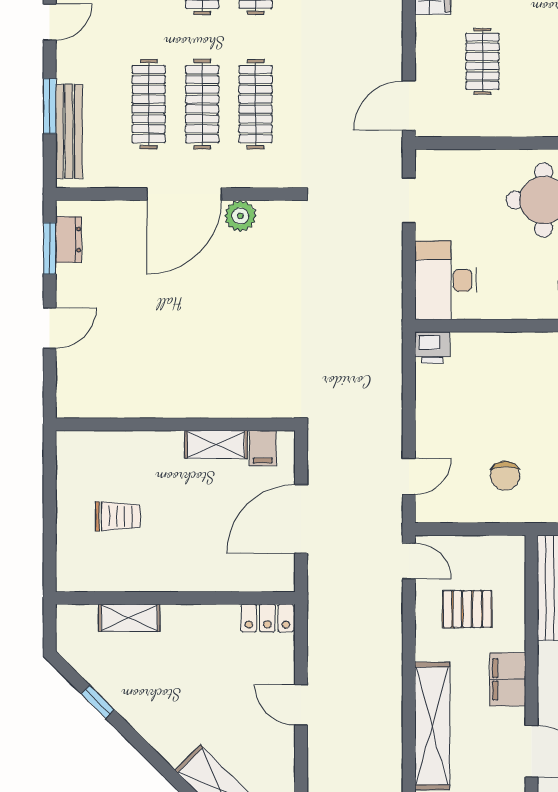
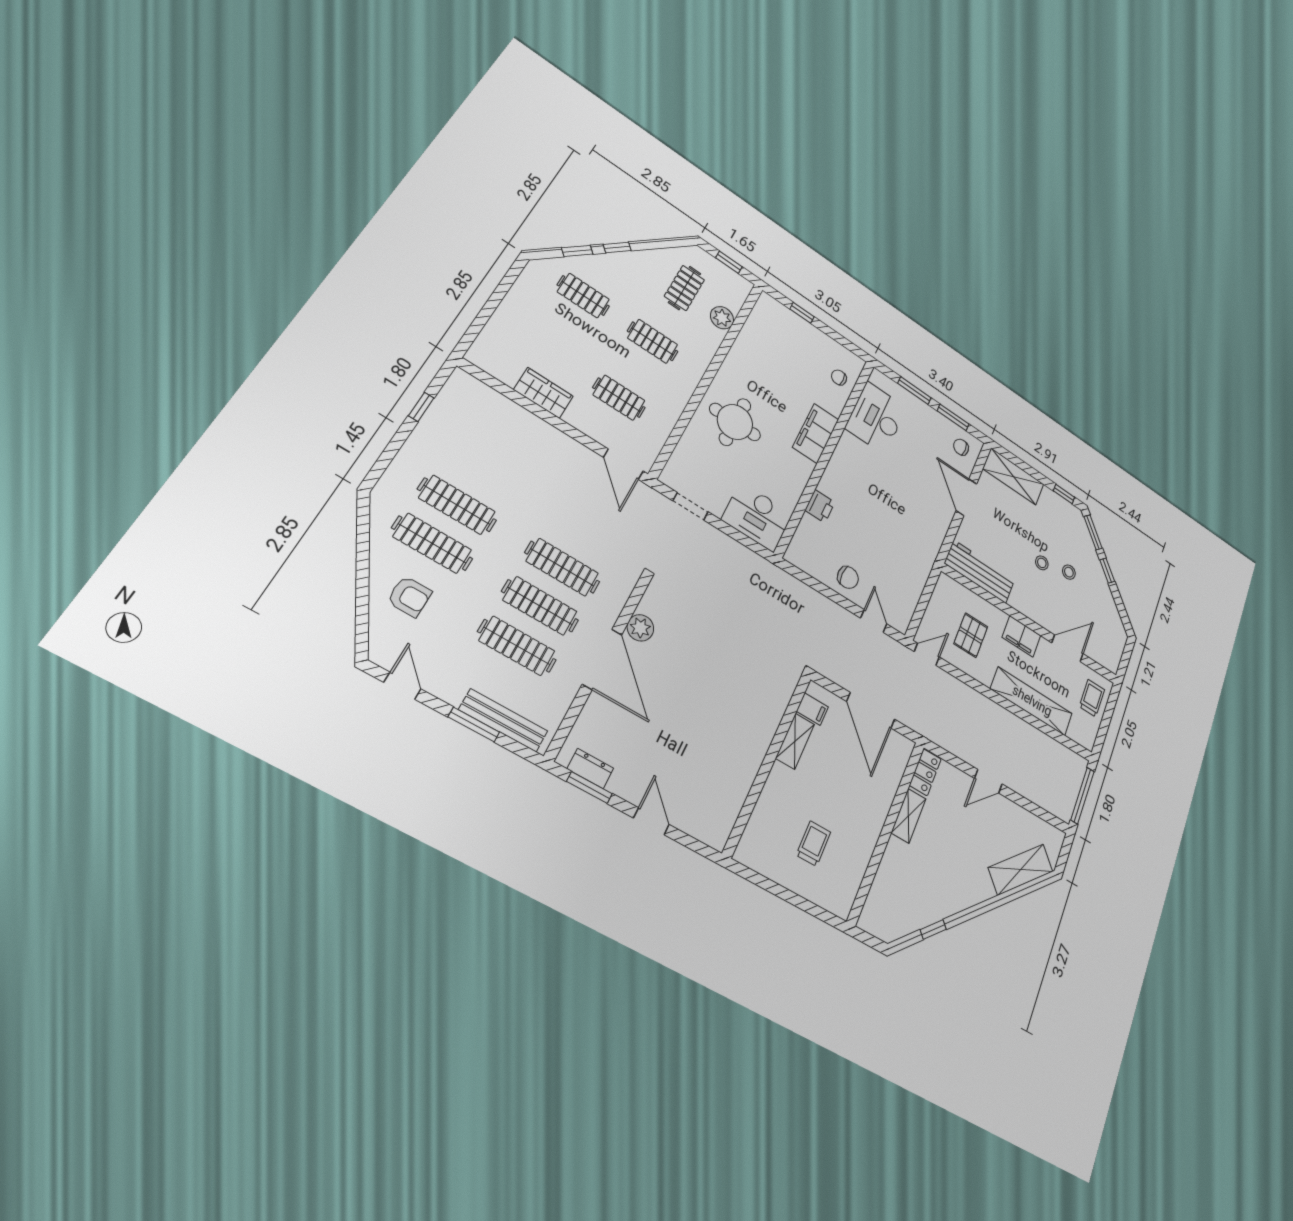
printer: (432, 348) -> (820, 506), moved
chair: (505, 476) -> (848, 577), moved
shelving: (129, 618) -> (908, 816), moved

